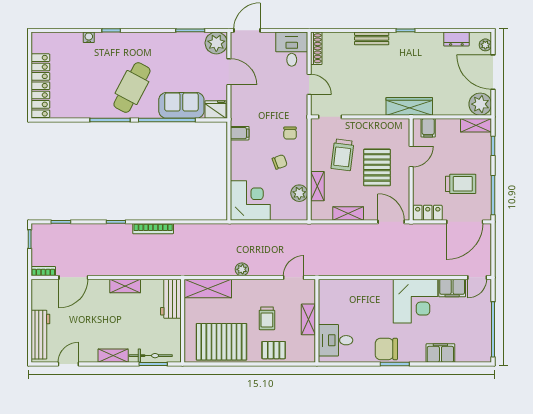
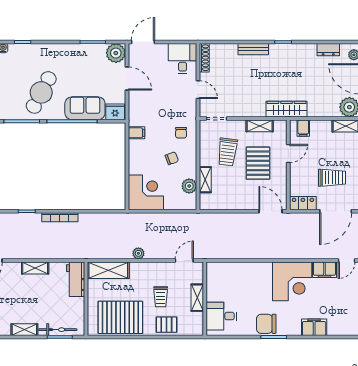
shelving: (348, 213) -> (260, 126), moved

